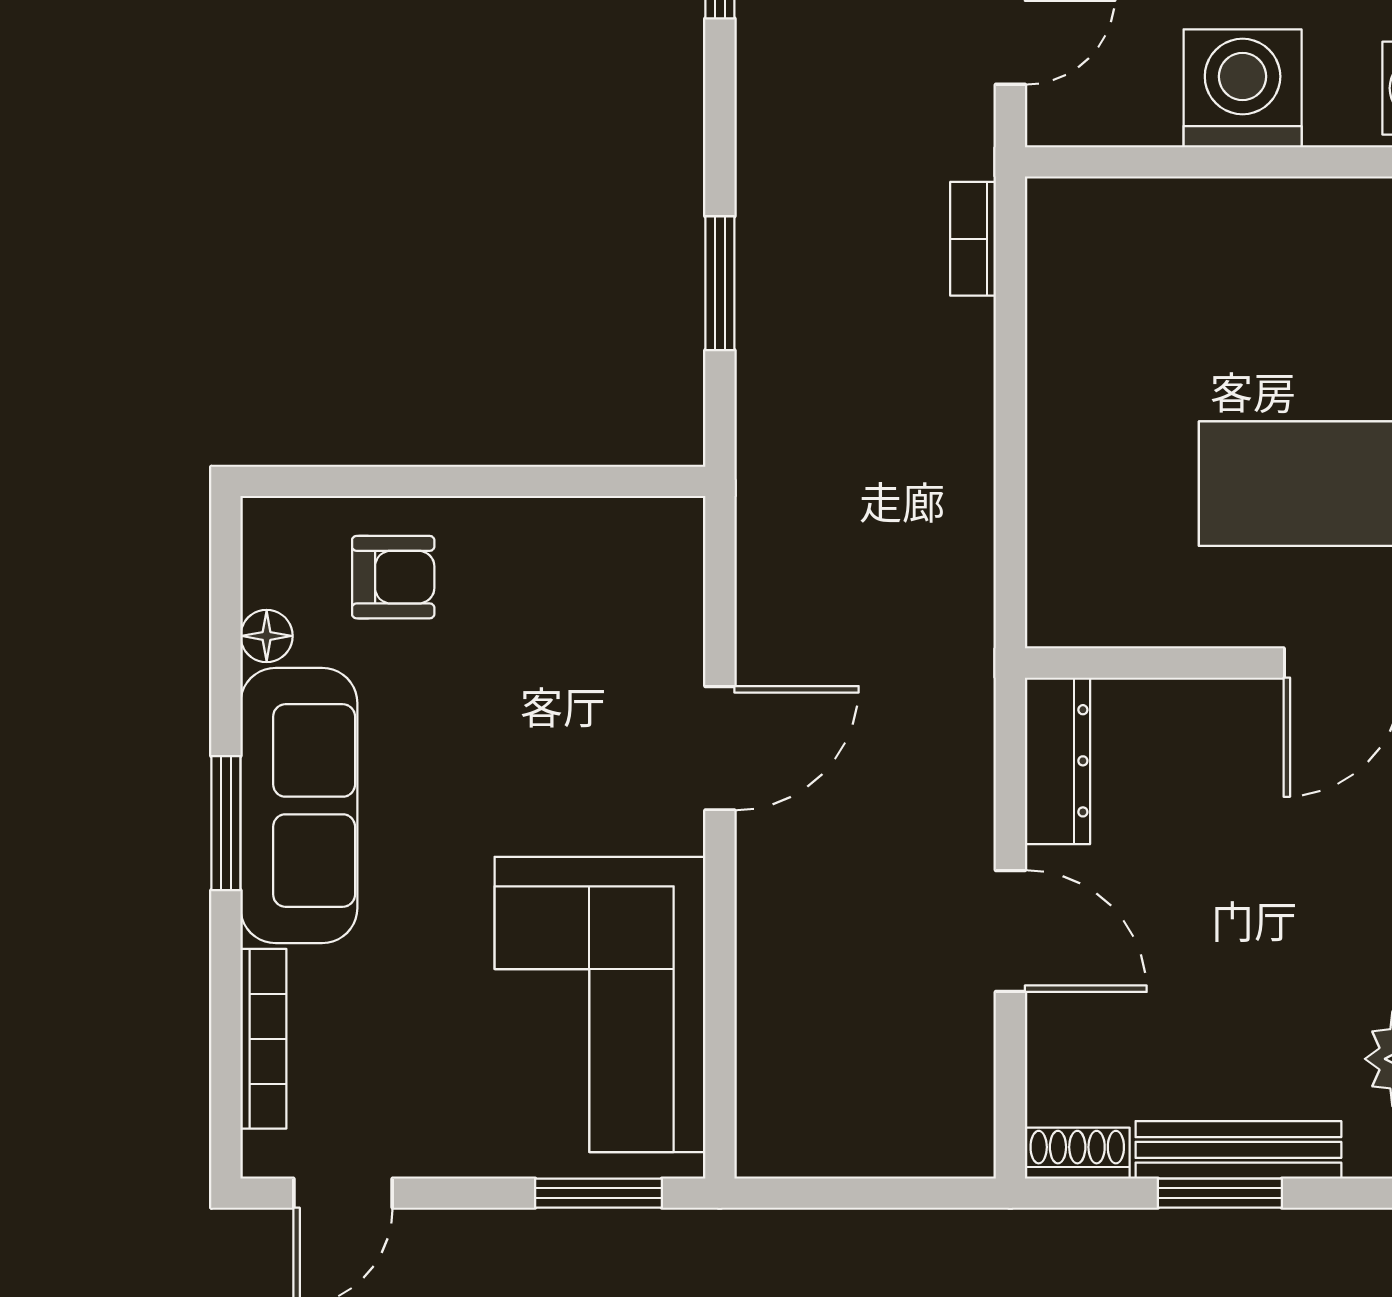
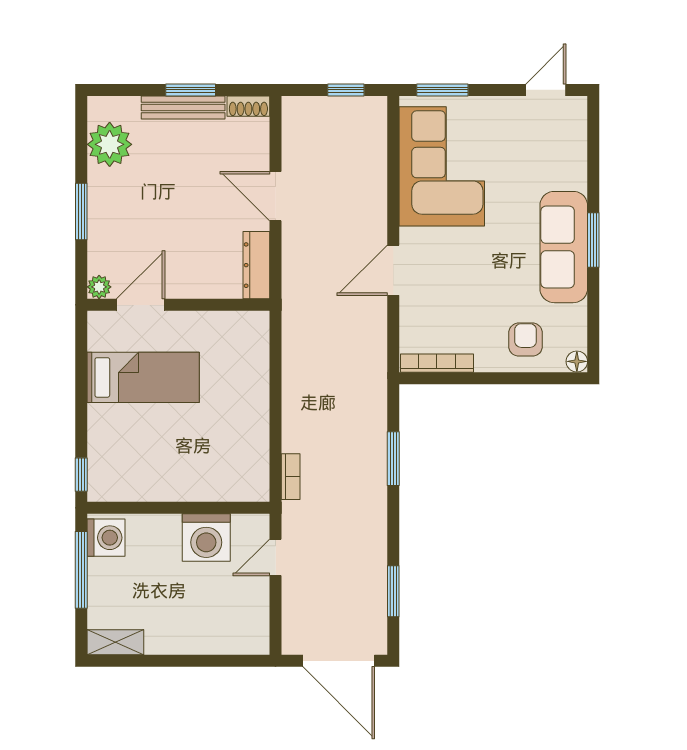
washing machine: (1243, 88) -> (206, 538), moved
armchair: (393, 577) -> (526, 340), turned 90
floor lamp: (267, 636) -> (577, 361), moved
bookcase: (263, 1039) -> (437, 363), moved, turned 90
window: (837, 1193) -> (346, 90), added

